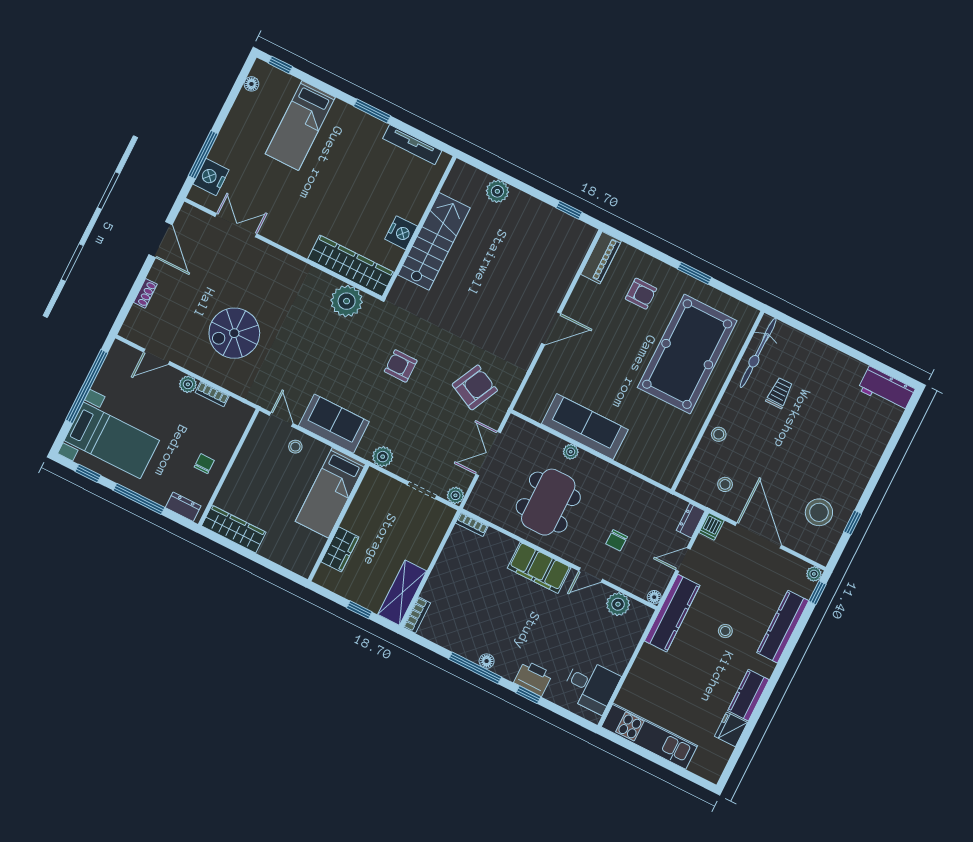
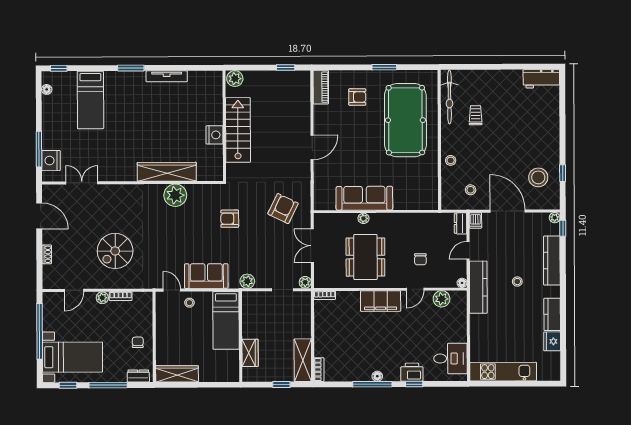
wall: (419, 227) -> (224, 126), moved
nightstand: (401, 233) -> (215, 135), moved
stairs: (434, 241) -> (238, 130), moved

